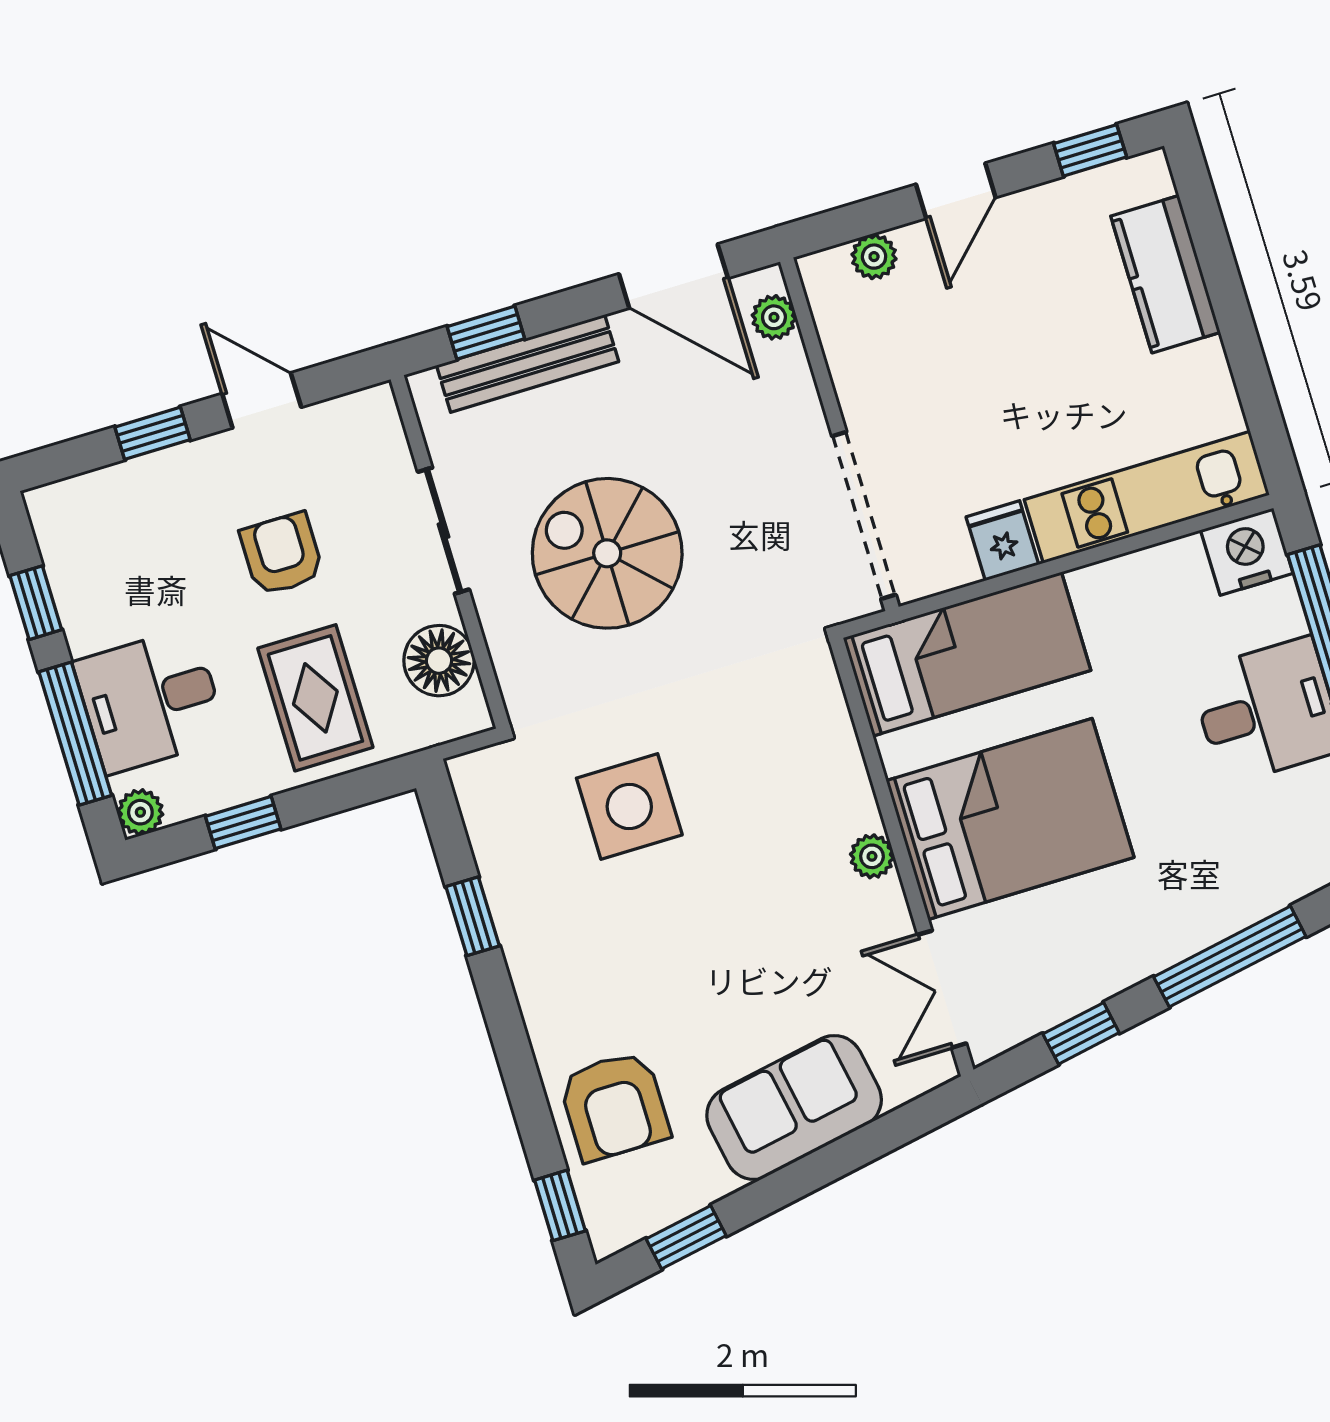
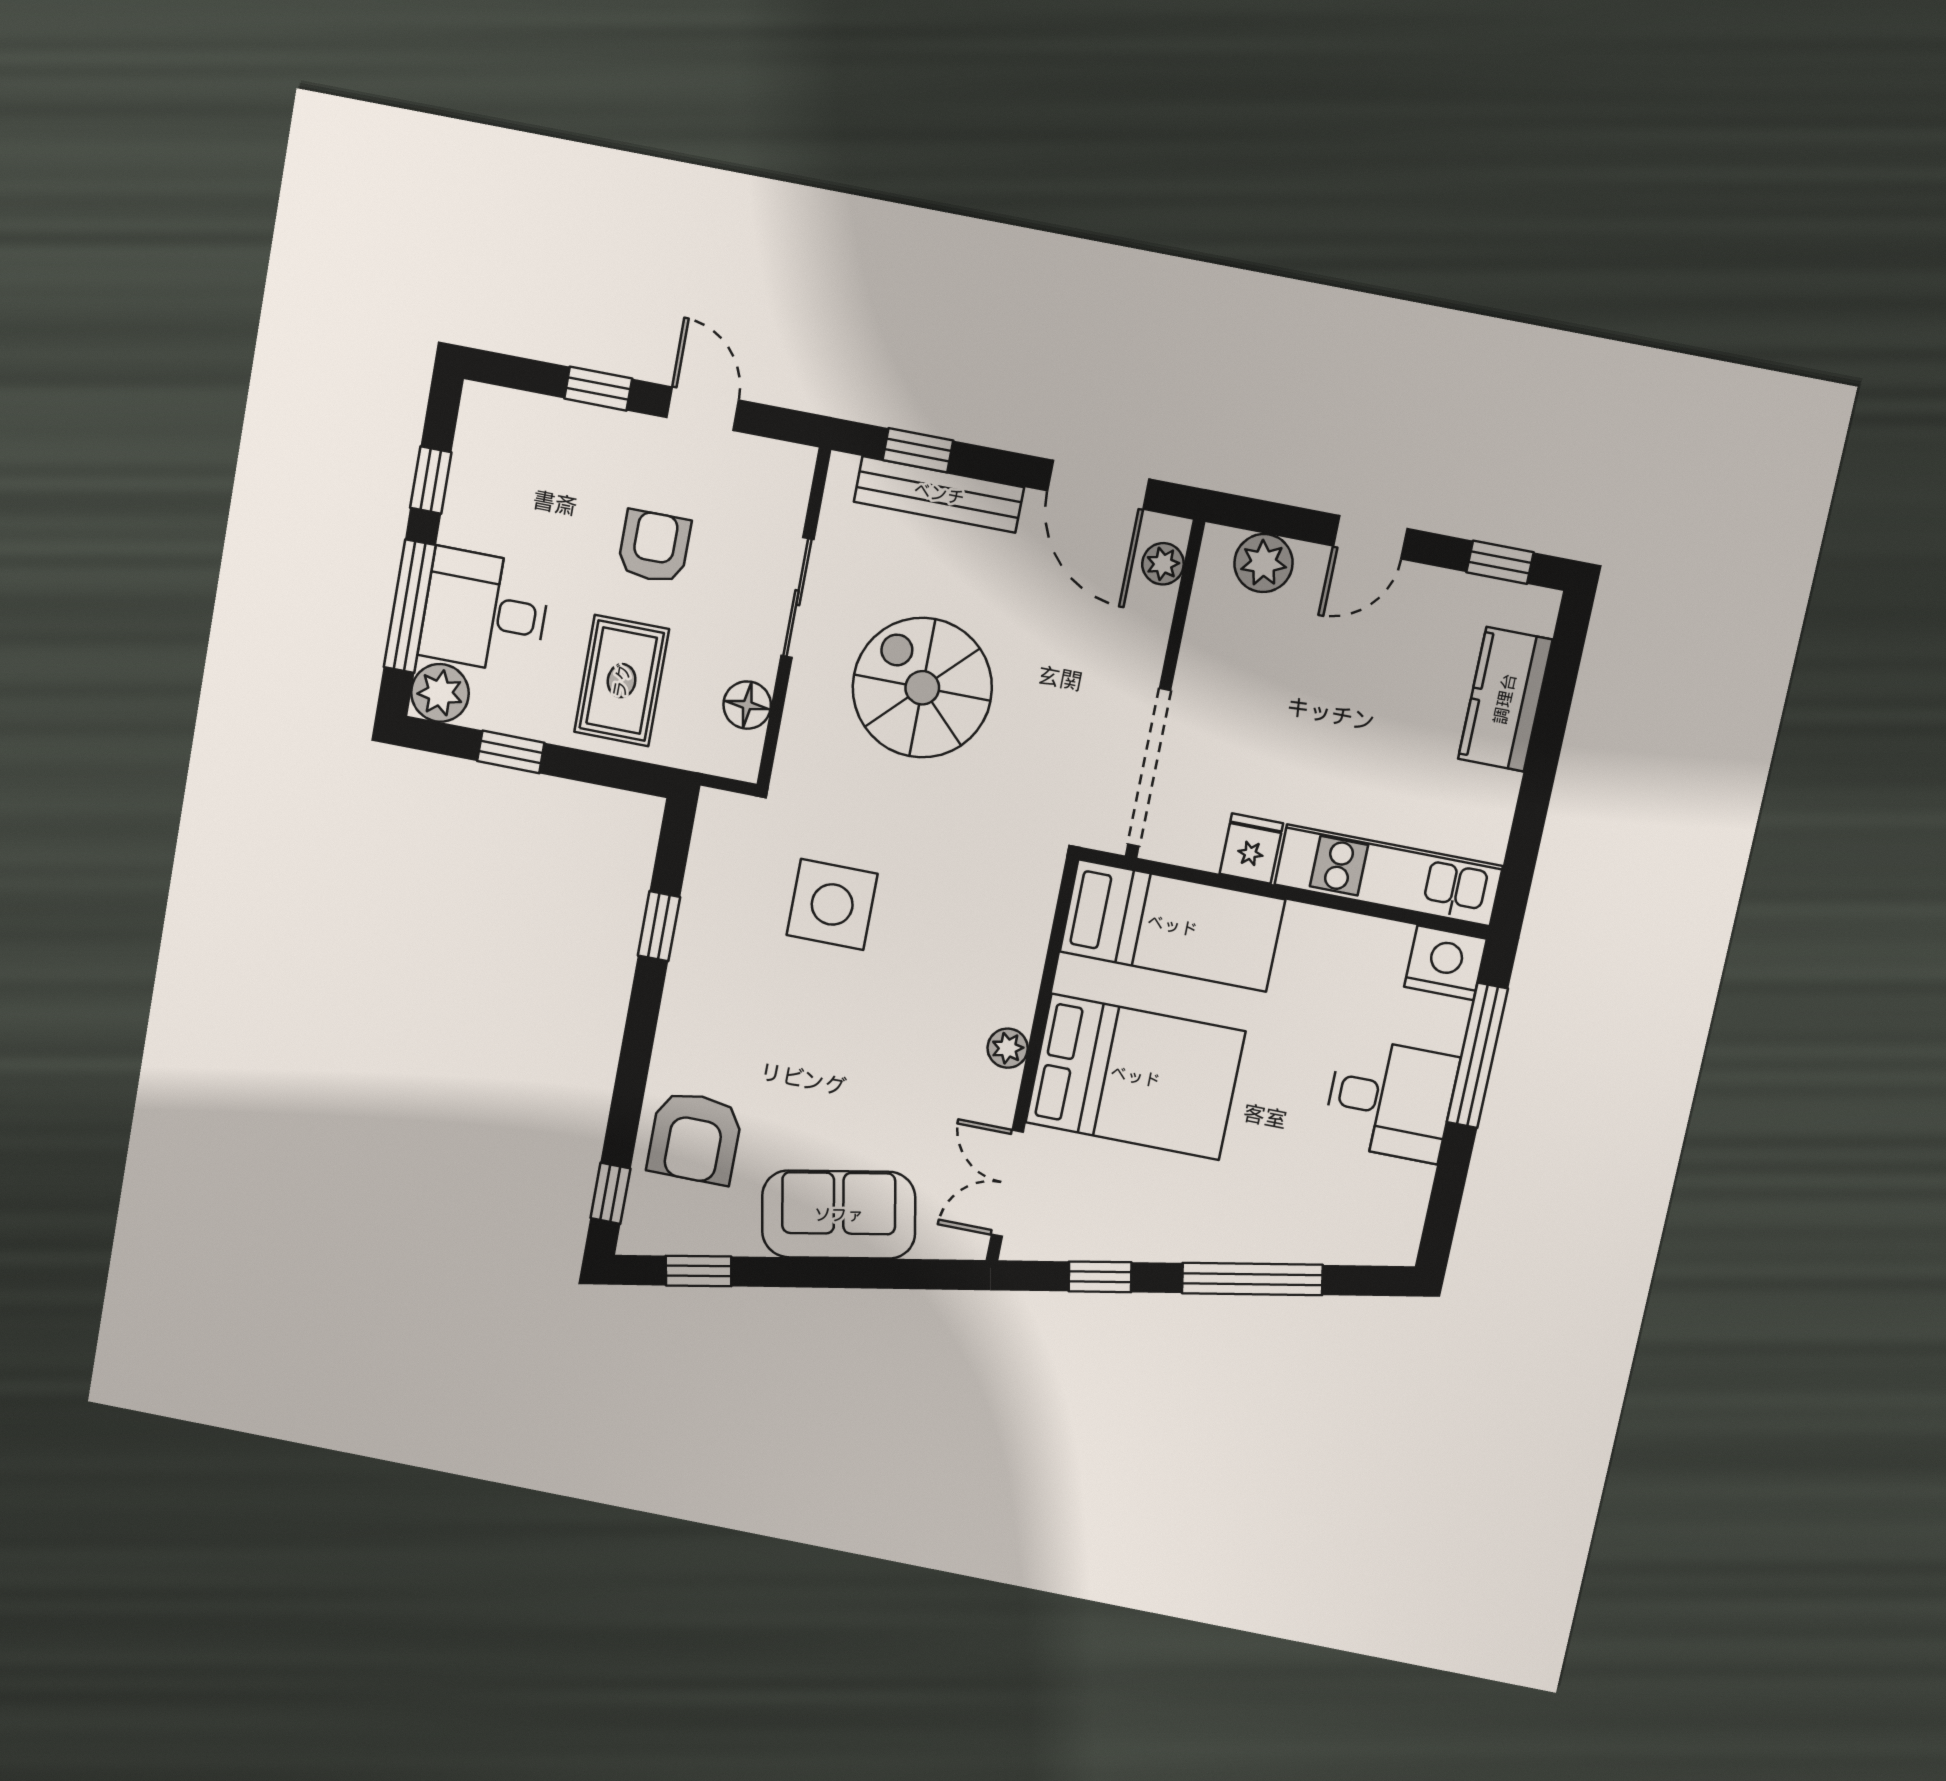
plant: (874, 257) -> (1263, 563), width x1.38, depth x1.38
floor lamp: (439, 661) -> (747, 705), width x0.73, depth x0.73
plant: (140, 812) -> (440, 693), width x1.38, depth x1.38

